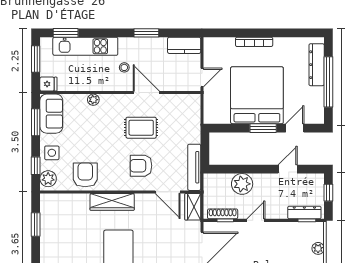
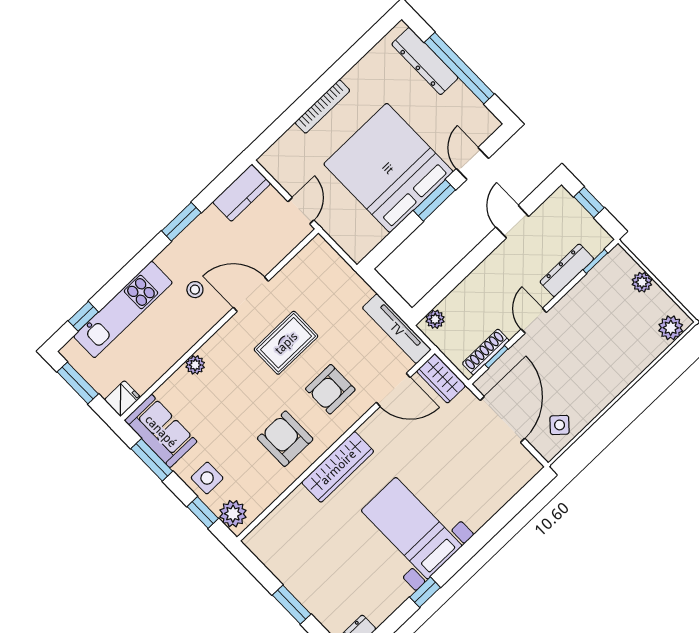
window: (66, 33) -> (83, 316), width x0.67
armchair: (85, 175) -> (285, 439), moved
plant: (242, 184) -> (435, 319), moved, width x0.53, depth x0.53
dresser: (304, 212) -> (567, 270), moved
window: (36, 225) -> (292, 605), moved

